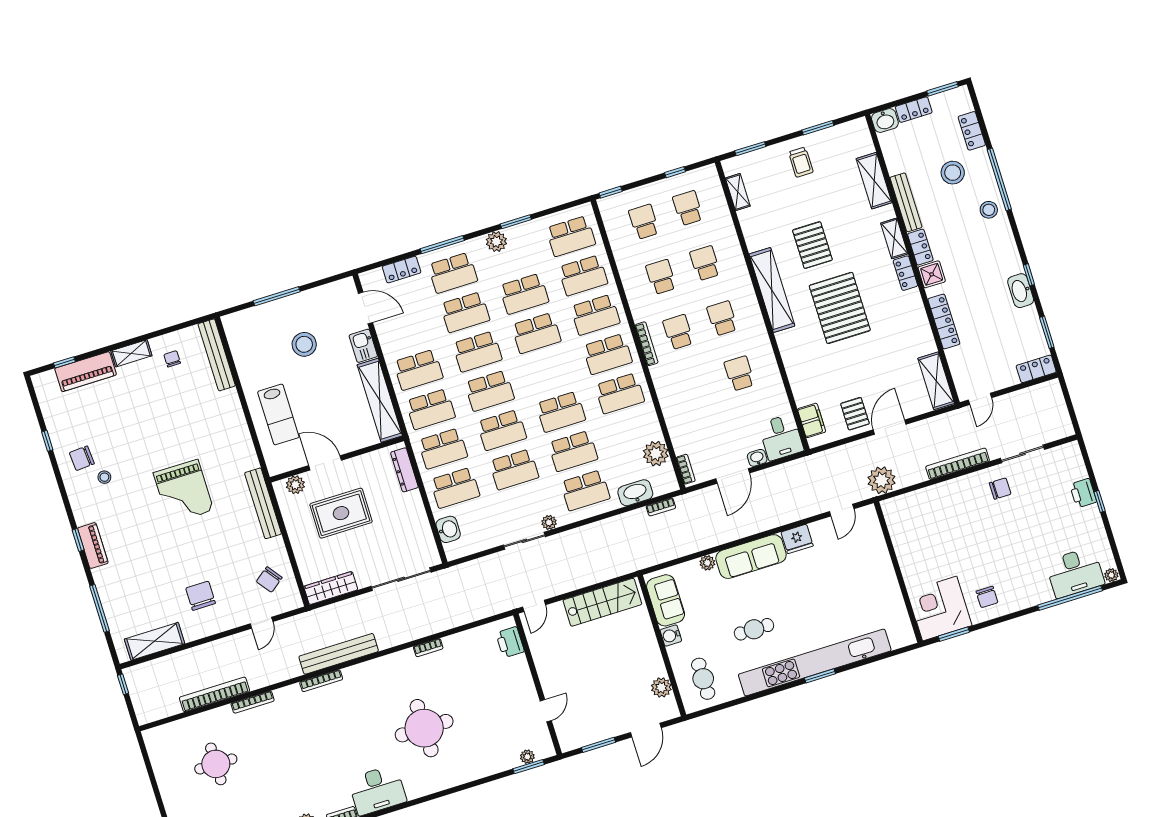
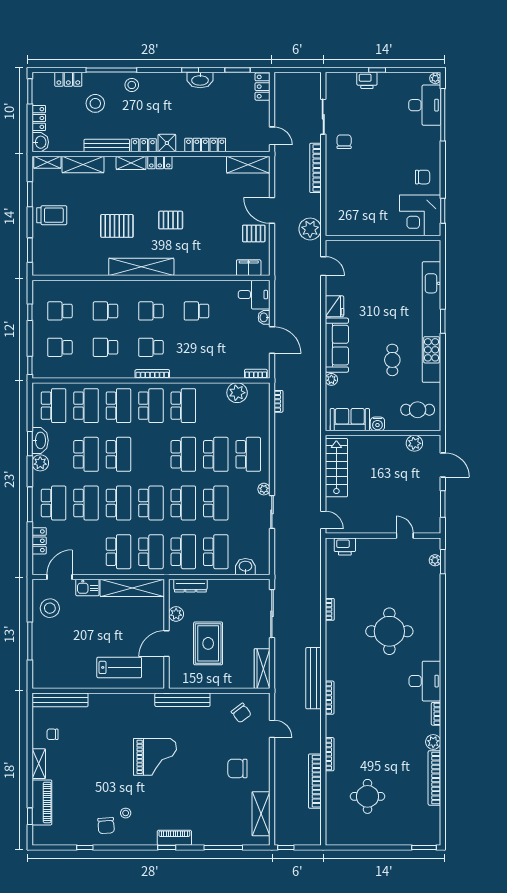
trolley: (801, 162) -> (52, 215), width x1.36, depth x1.39
shelving: (738, 192) -> (47, 162), moved
pallet: (840, 308) -> (171, 220), width x0.49, depth x0.50
stool: (304, 344) -> (50, 608), moved
plant: (295, 485) -> (176, 614), moved
washbasin: (635, 493) -> (40, 440), moved, turned 180

